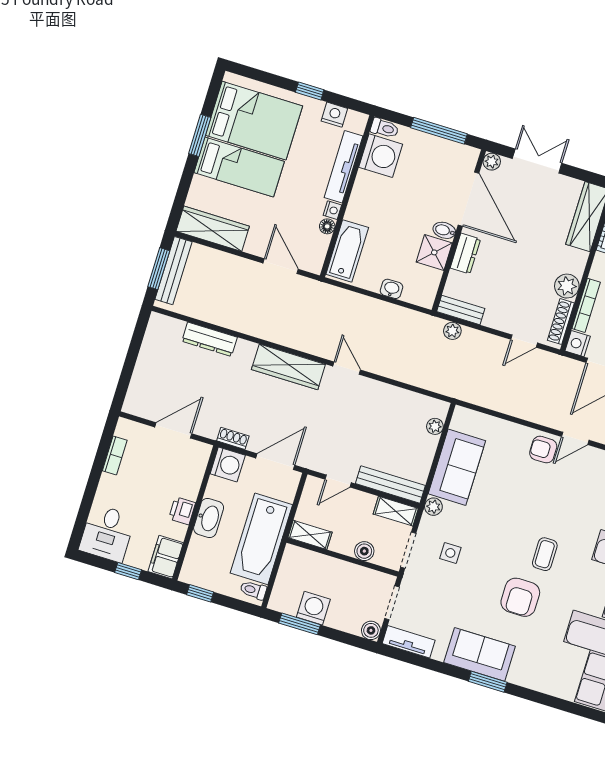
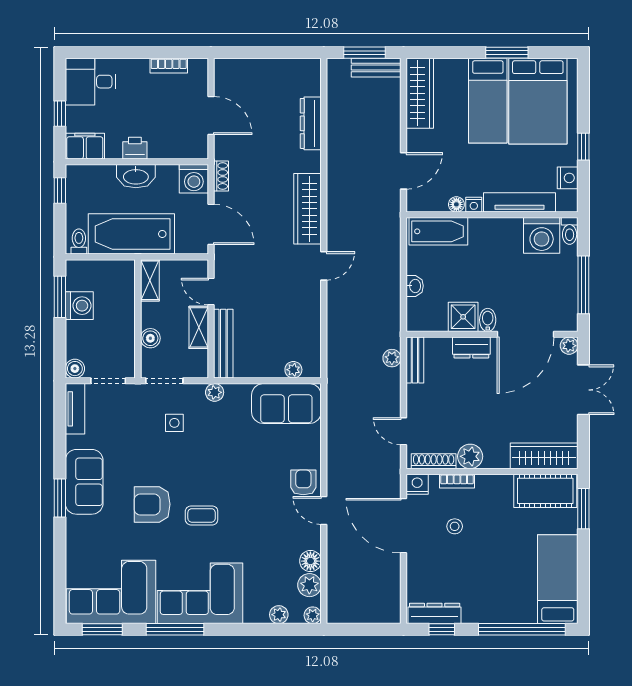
bench: (174, 271) -> (376, 68), width x0.73
bookcase: (586, 305) -> (457, 481), width x0.64
sofa: (457, 467) -> (286, 404), moved
shelving: (396, 511) -> (199, 327), moved

